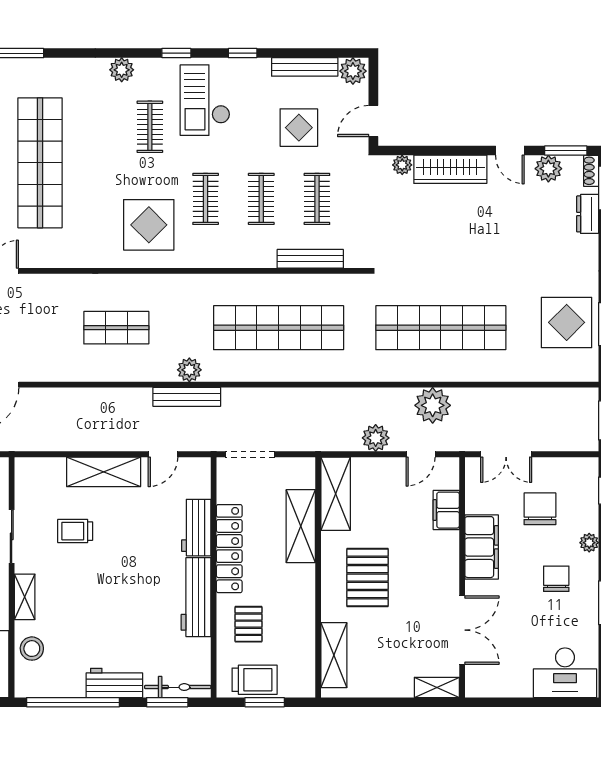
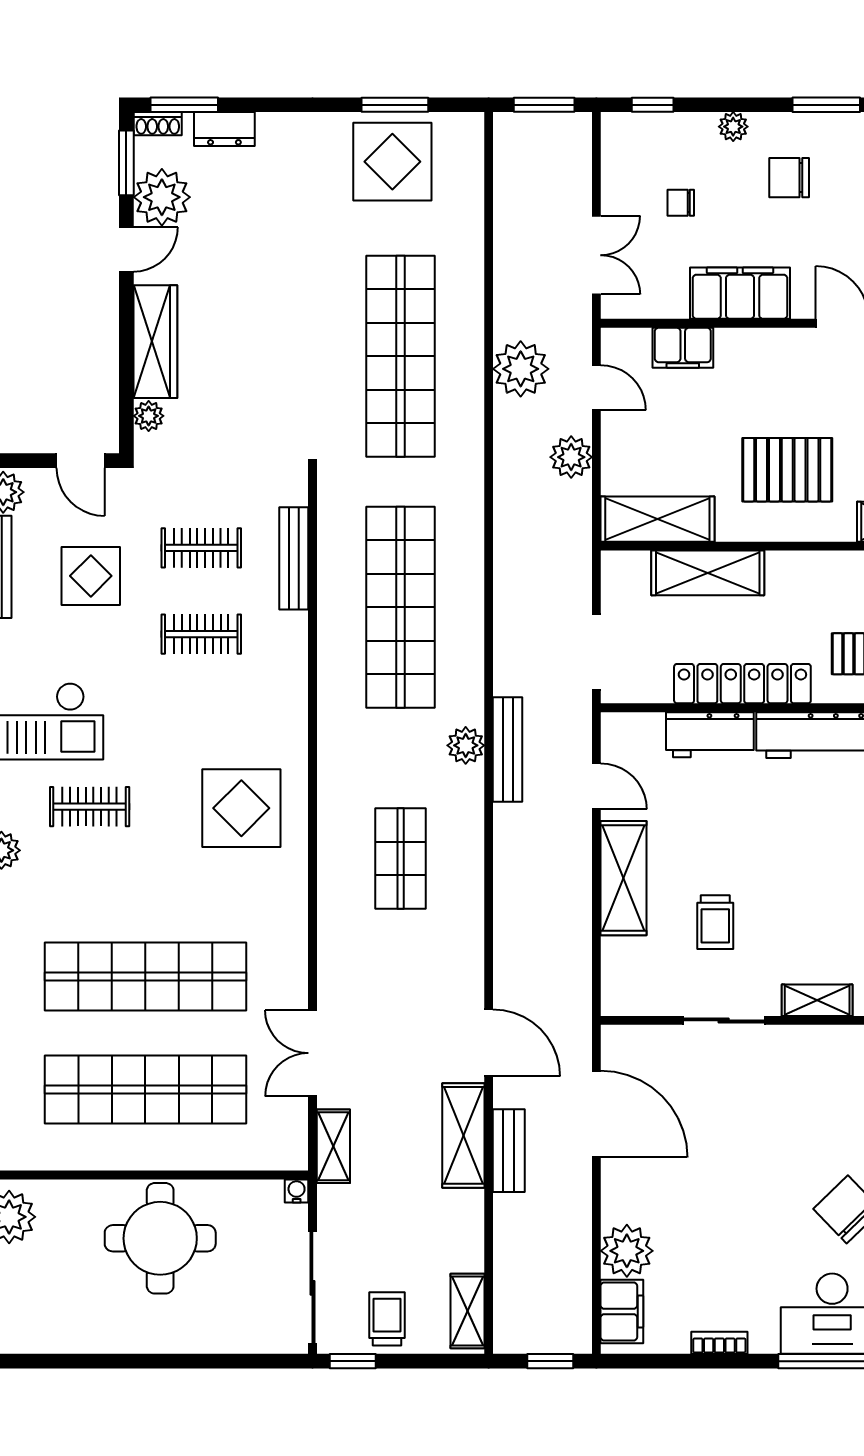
plant: (548, 169) -> (162, 197), width x1.36, depth x1.36
clothes rail: (206, 199) -> (201, 720), removed
chair: (540, 509) -> (681, 203), width x0.54, depth x0.54

